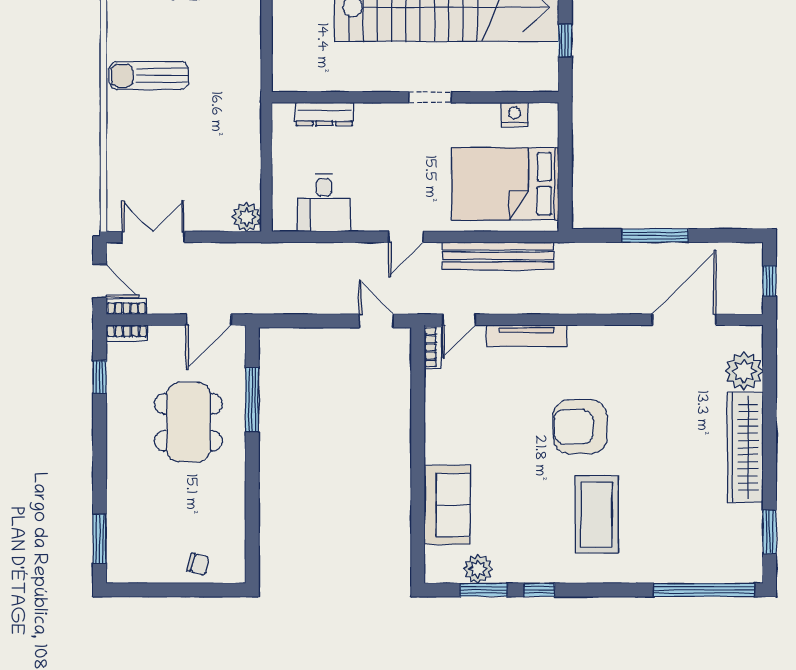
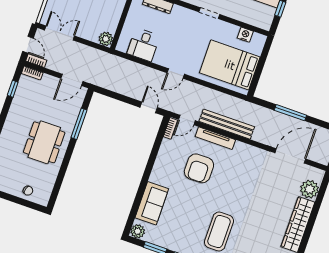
bench: (498, 256) -> (227, 124), moved
dining table: (188, 422) -> (44, 142), moved
armchair: (580, 427) -> (199, 168), moved, turned -90
plant: (478, 569) -> (138, 231), moved

